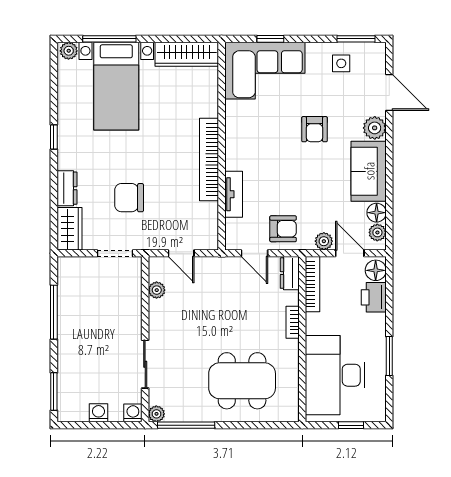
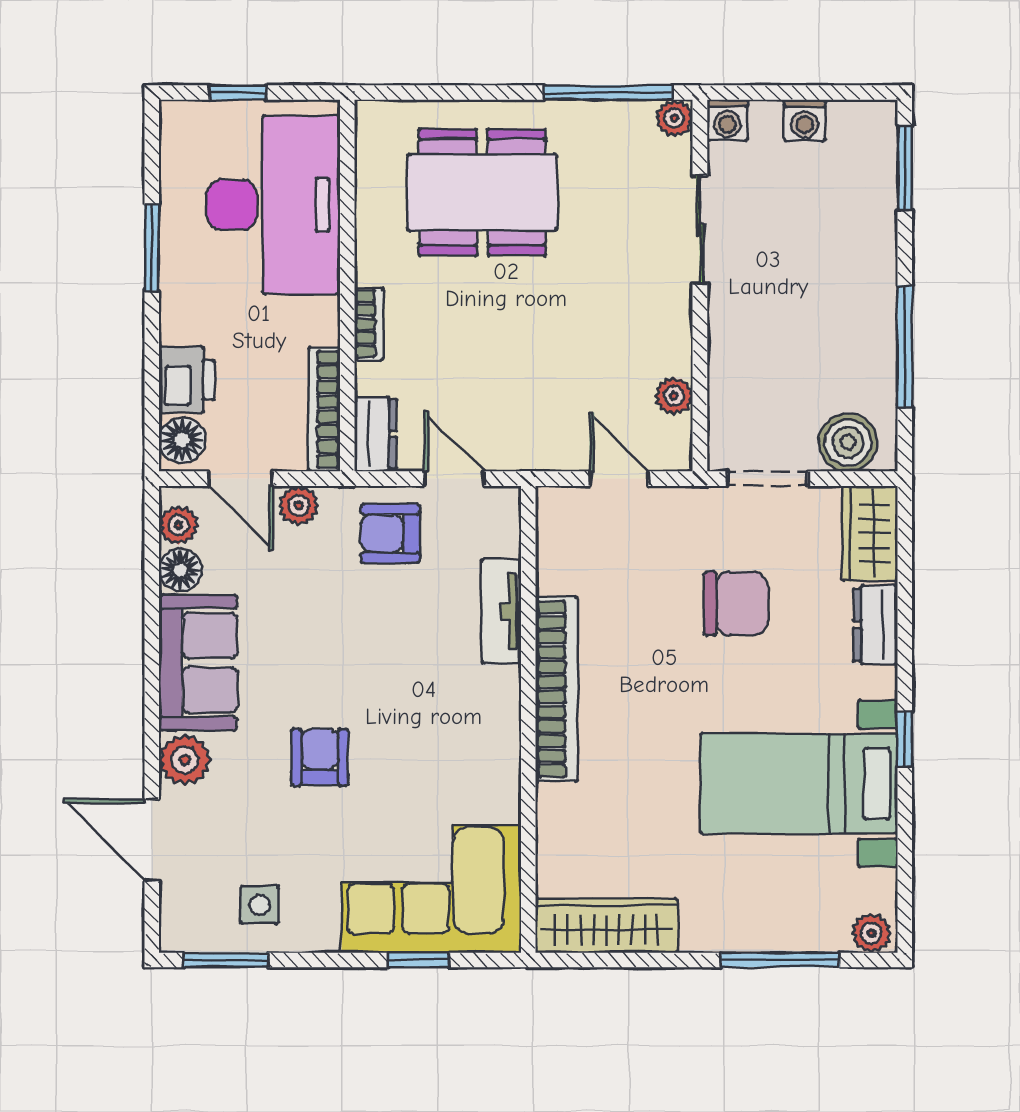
bed with nightstands: (116, 86) -> (799, 784), moved, turned -90
boiler: (79, 269) -> (848, 442), added

